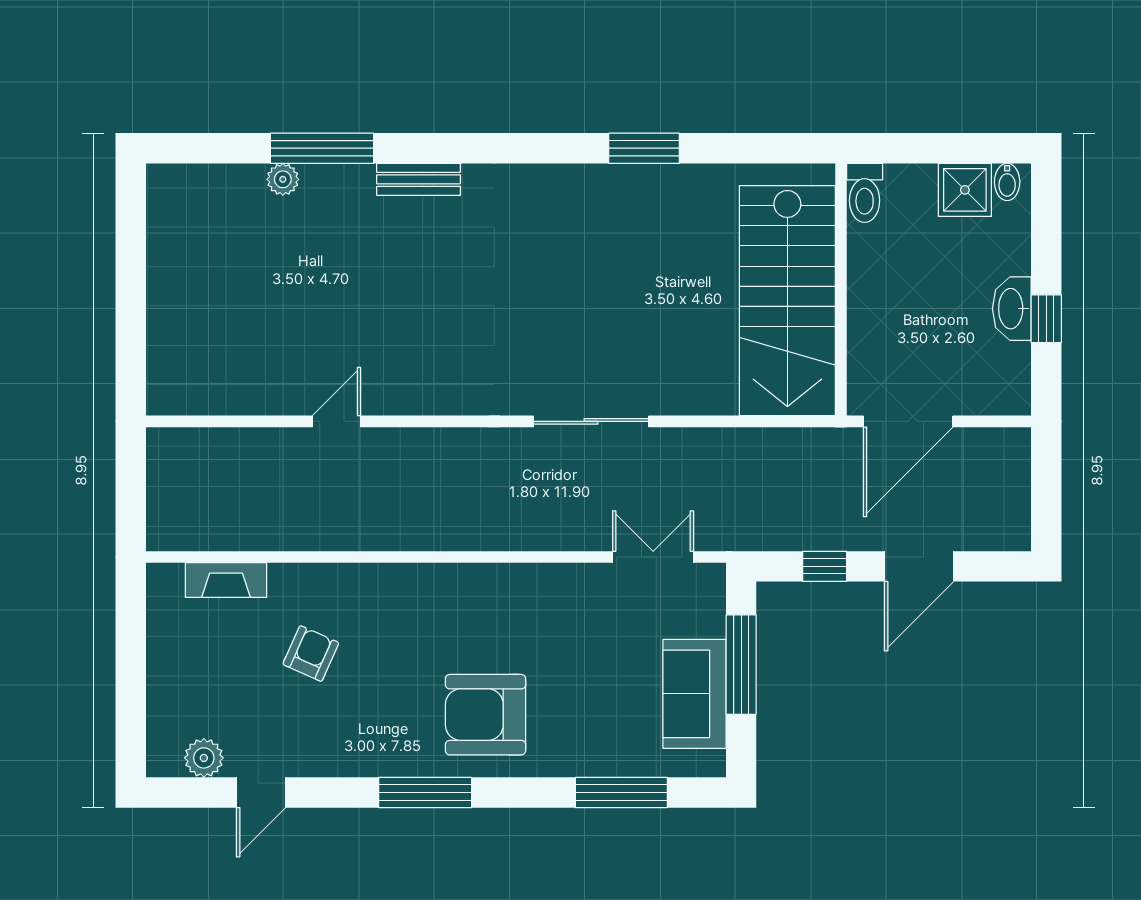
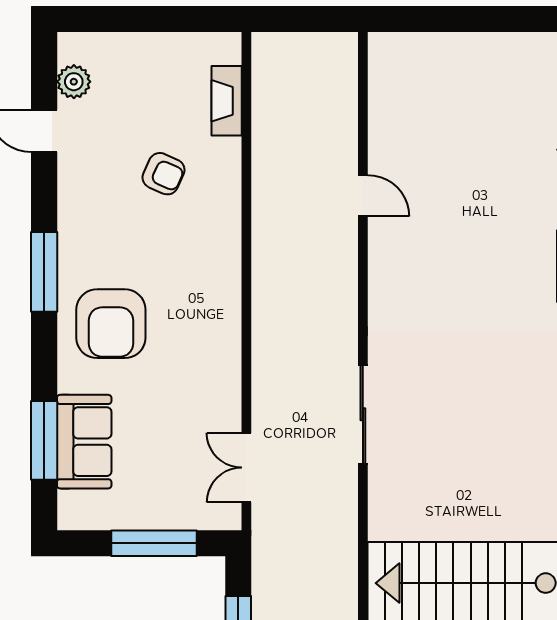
double door: (653, 557) -> (246, 468), swing flipped
sofa: (694, 694) -> (84, 442), moved, turned 90
armchair: (486, 715) -> (111, 324), turned 180

